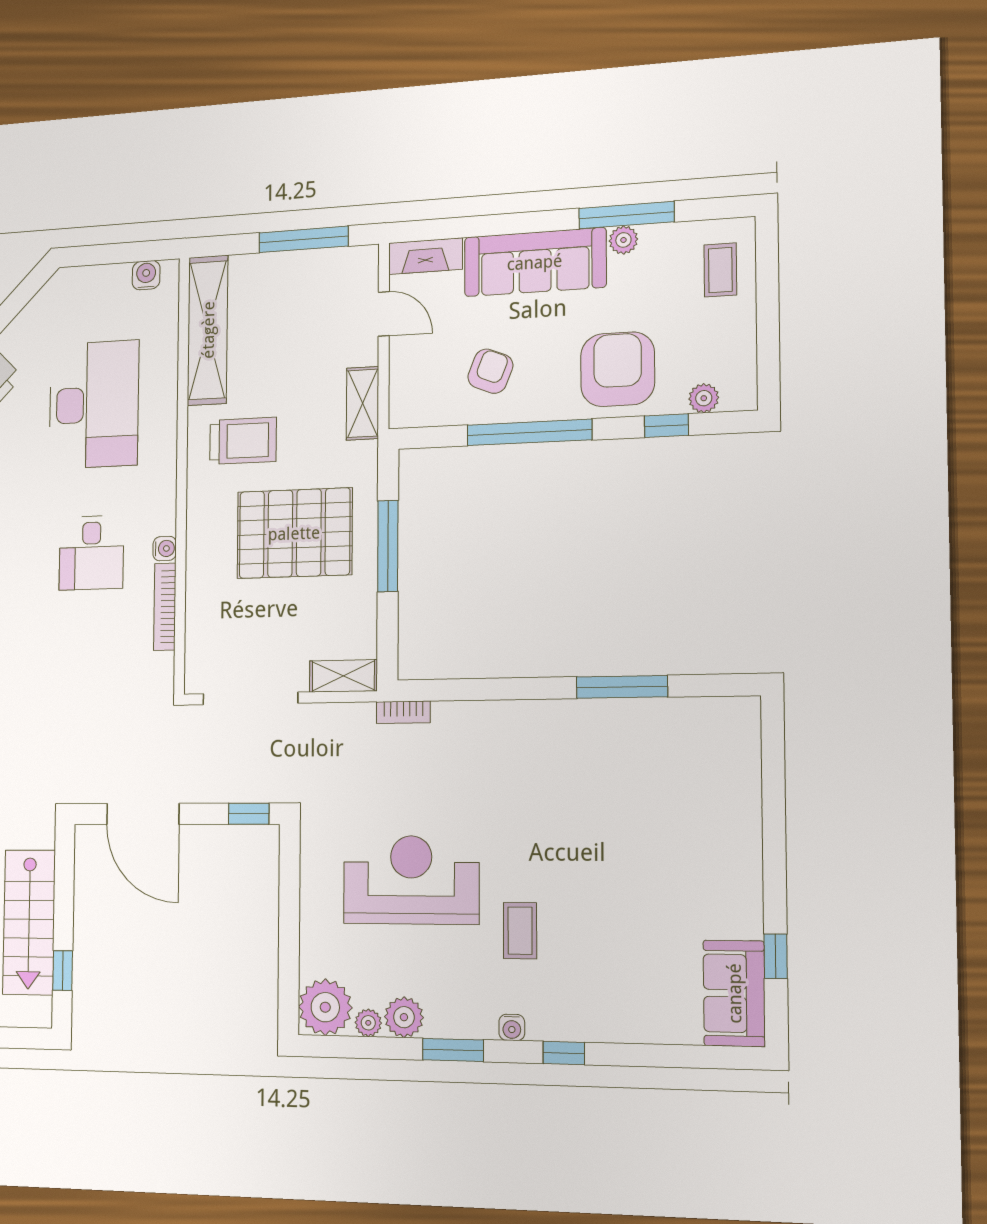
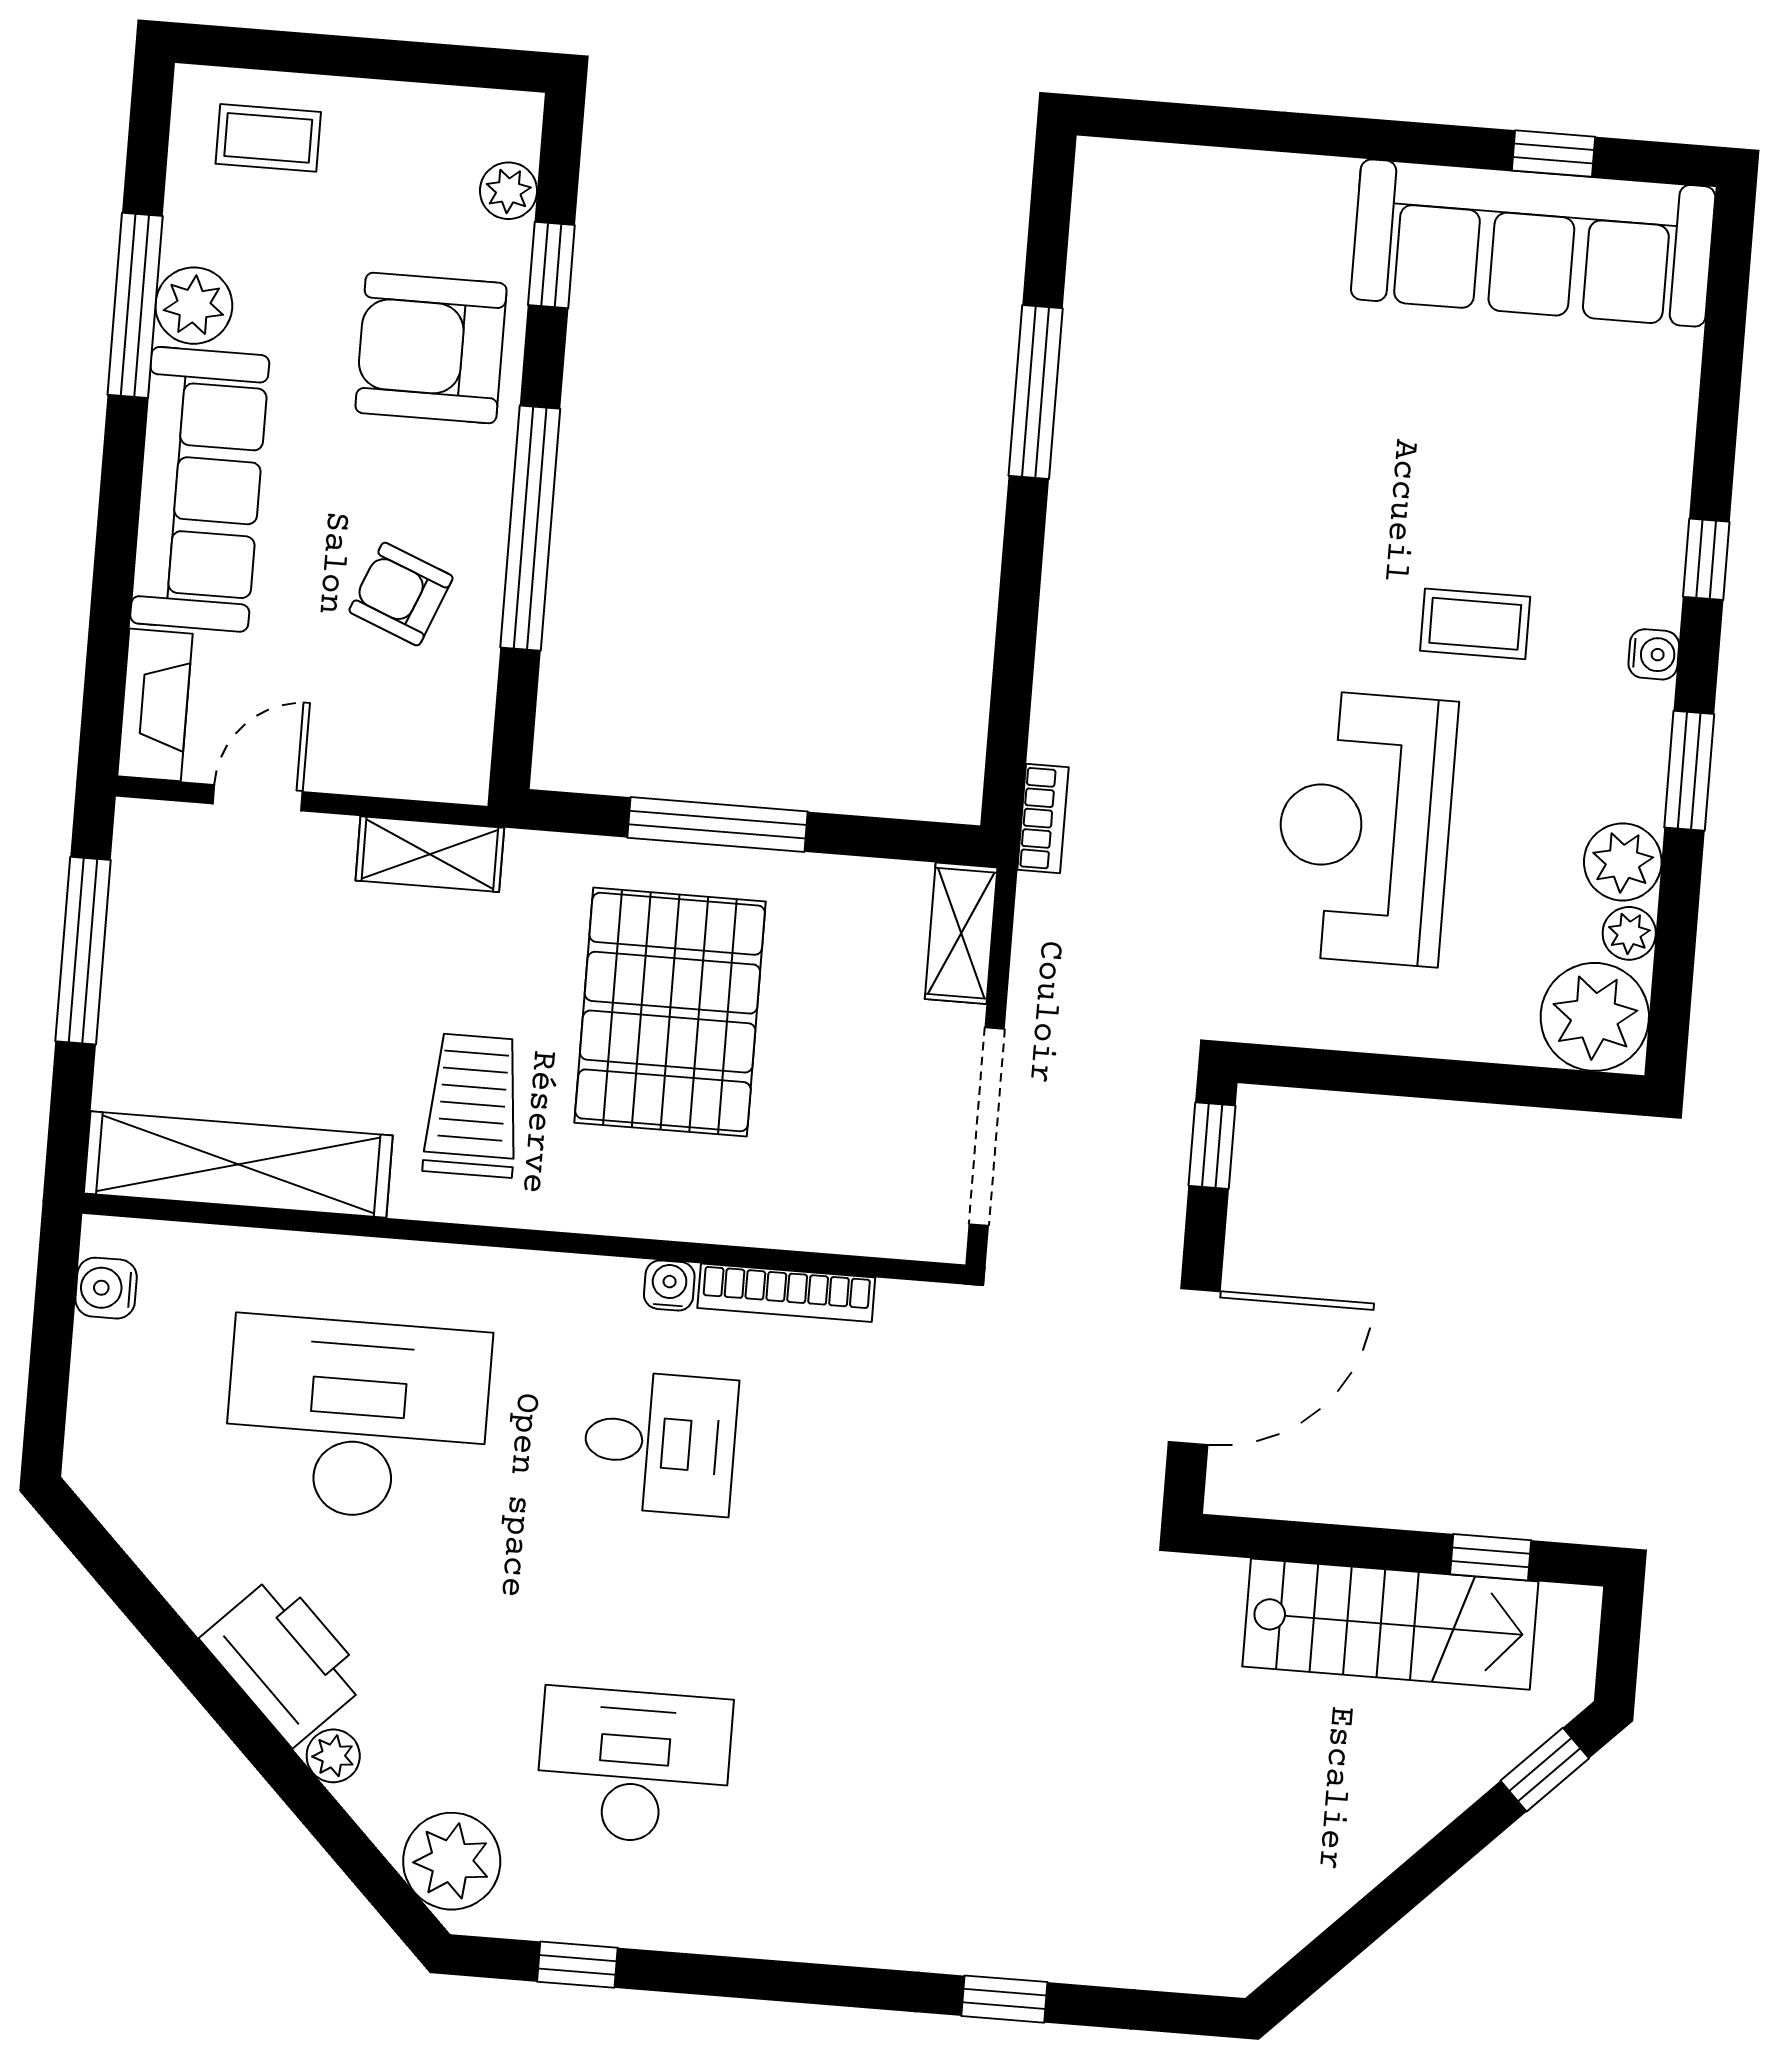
plant: (623, 240) -> (194, 306), width x1.38, depth x1.38
sofa: (734, 993) -> (1533, 243), width x1.85, depth x1.27

